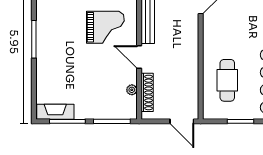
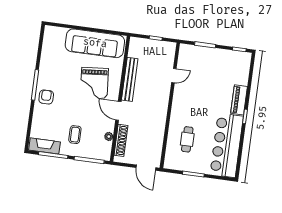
grand piano: (105, 27) -> (94, 83), turned 85
armchair: (49, 52) -> (46, 97), added
cafe table: (227, 80) -> (187, 139), width x0.73, depth x0.74
coffee table: (90, 93) -> (75, 135), added

